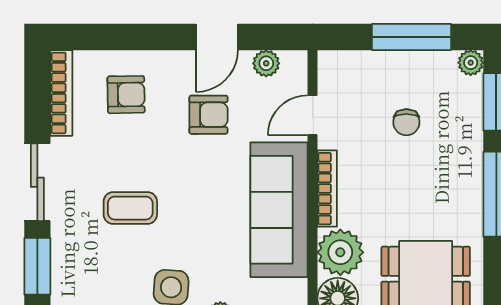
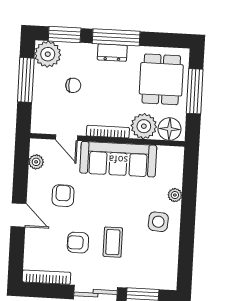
door: (217, 37) -> (18, 215), moved
plant: (471, 63) -> (48, 54), width x1.88, depth x1.88
armchair: (126, 95) -> (78, 243), moved, turned -89
dresser: (469, 189) -> (112, 53), added

